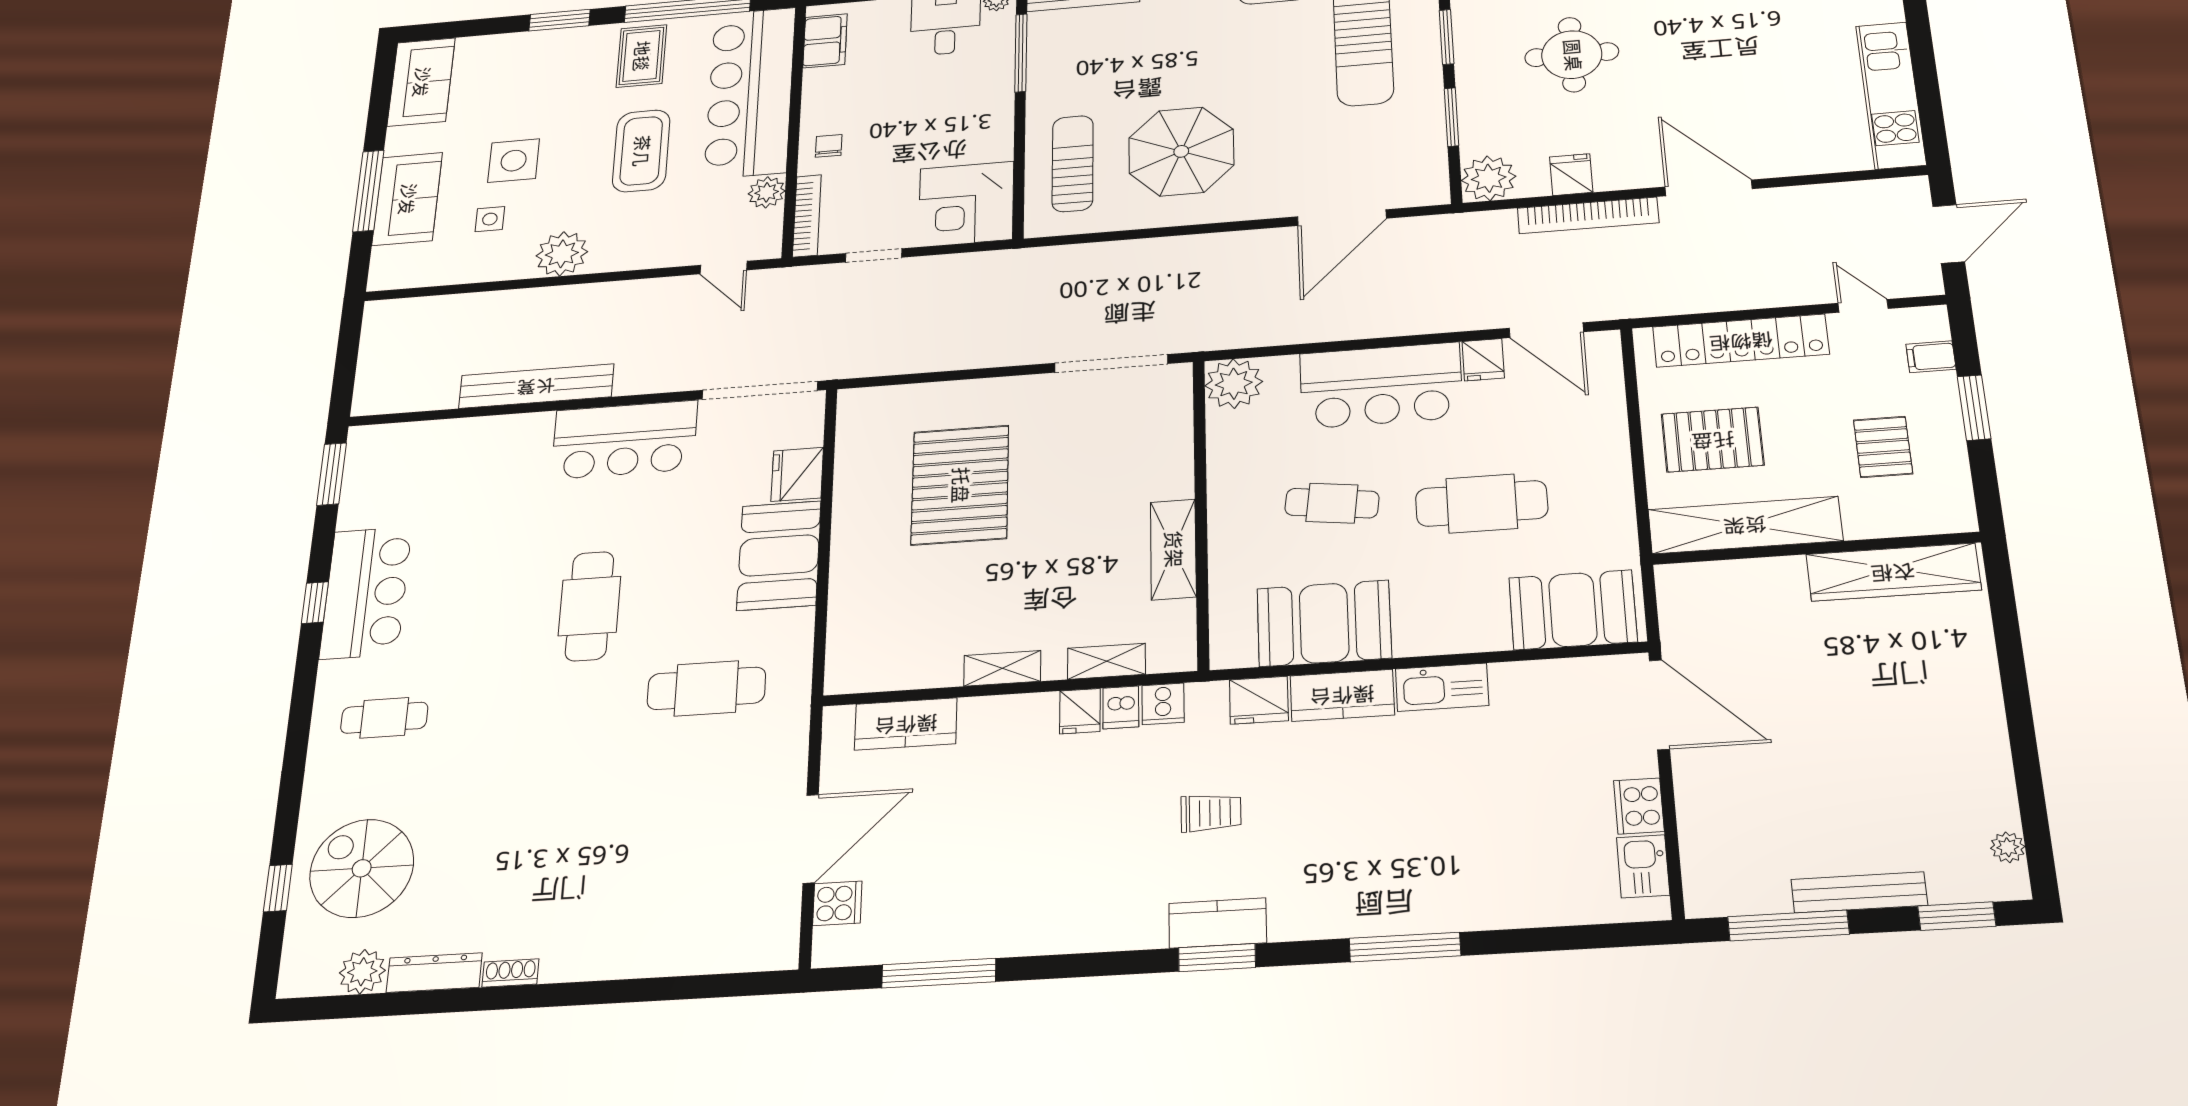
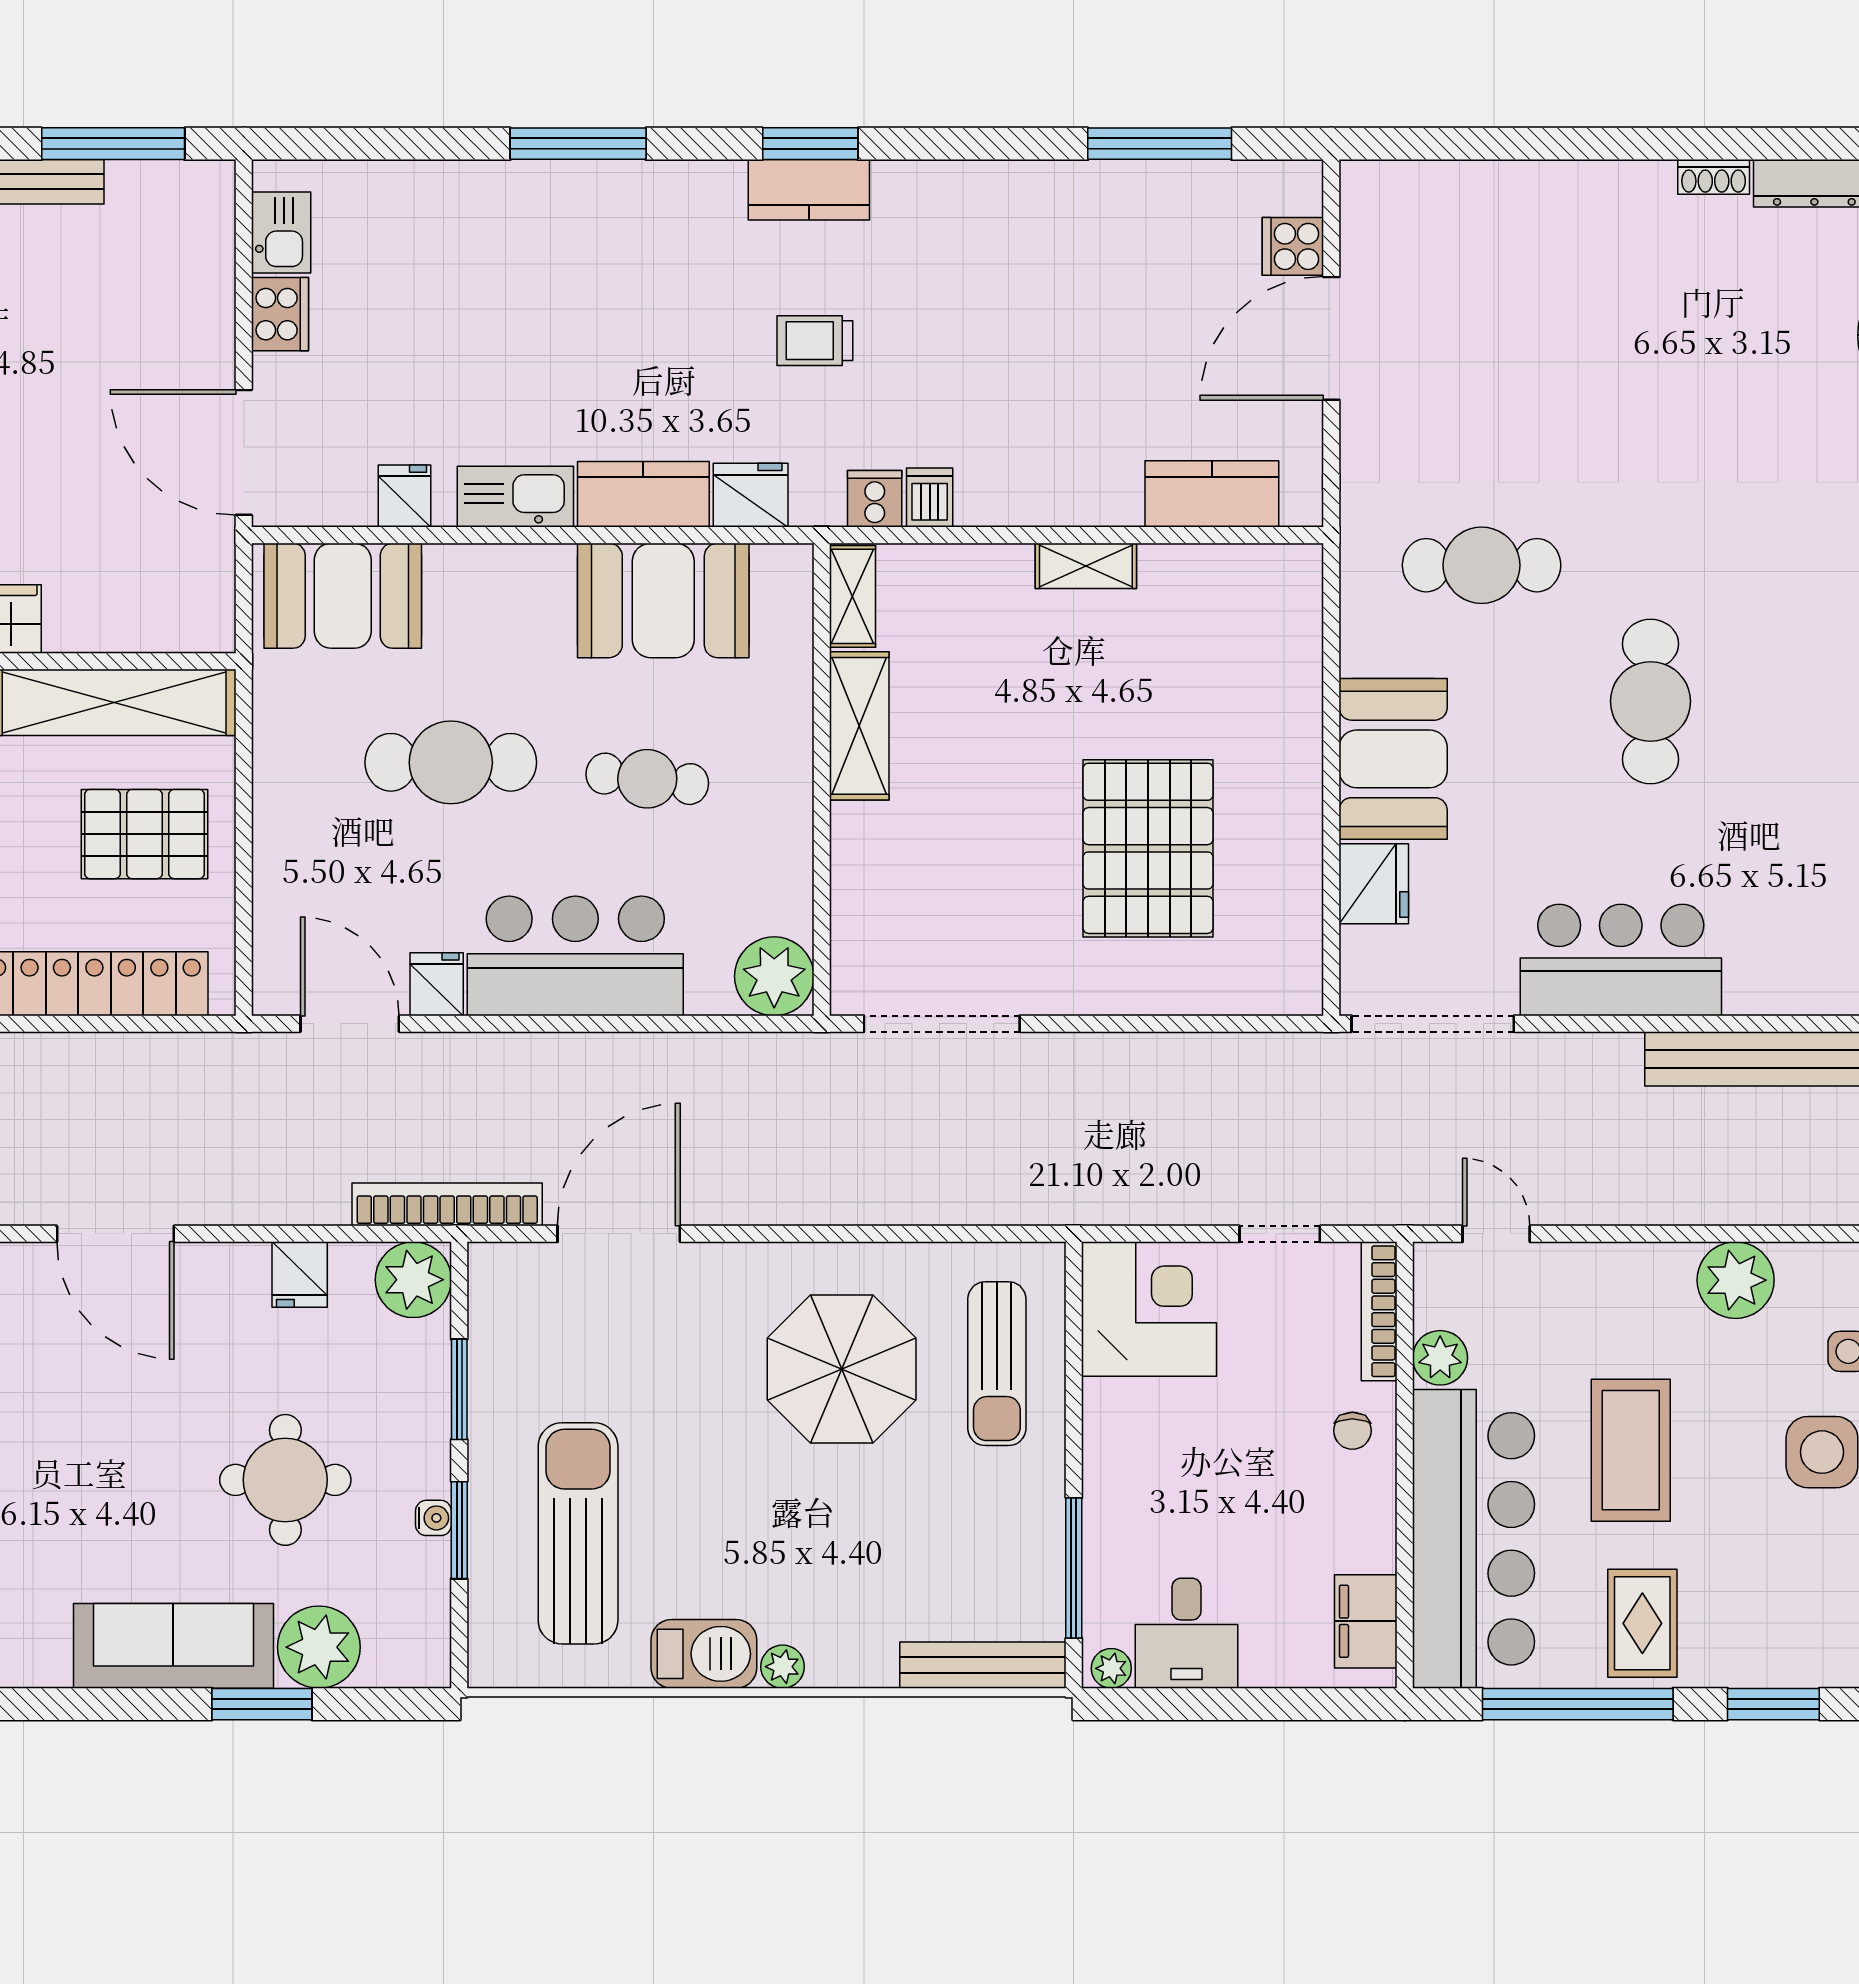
water cooler: (1465, 42) -> (433, 1518), added
bookcase: (1588, 215) -> (447, 1204), moved
shelving: (1106, 661) -> (852, 596), moved, turned 90
fridge: (1080, 711) -> (404, 496), moved

